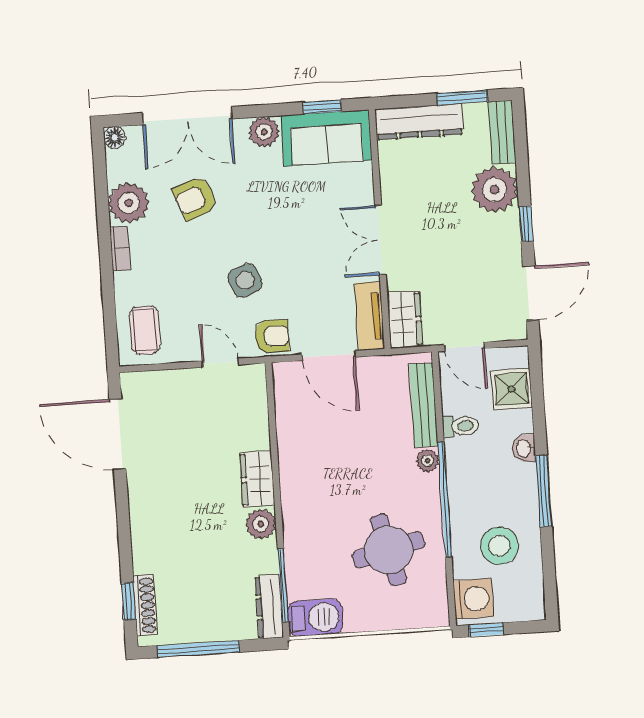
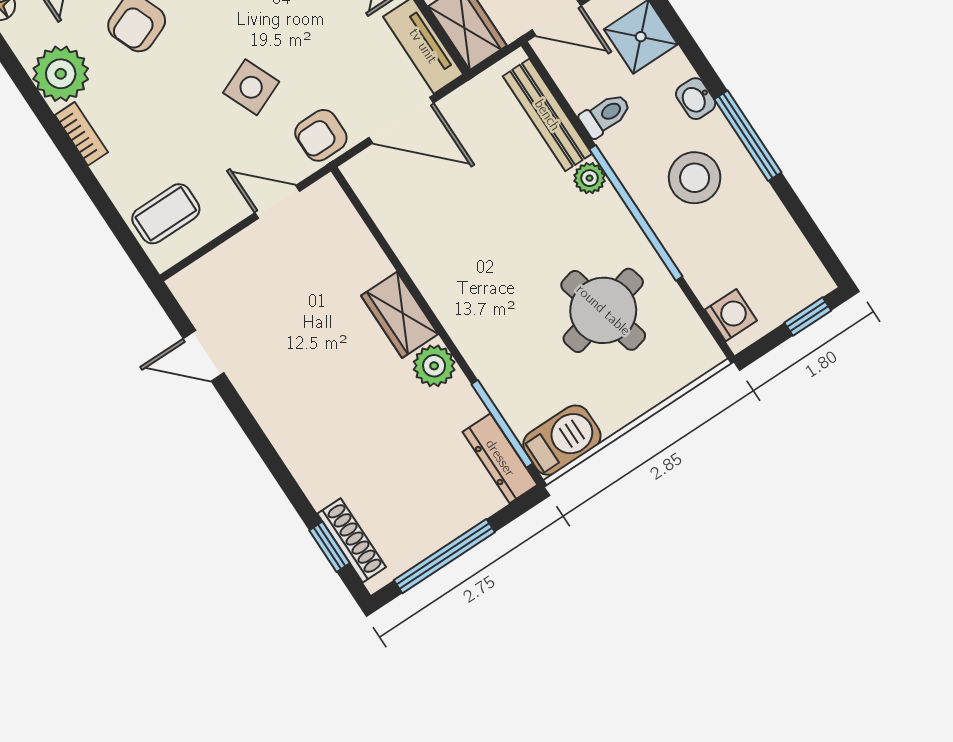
coffee table: (145, 330) -> (166, 214), turned 90
armchair: (272, 336) -> (321, 135), turned 180
door: (118, 434) -> (204, 356), width x0.53
stool: (500, 546) -> (695, 178), moved
washing machine: (473, 599) -> (731, 315), width x0.73, depth x0.73
window: (486, 630) -> (808, 317), moved

